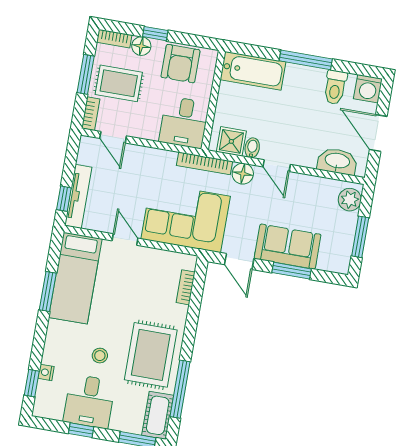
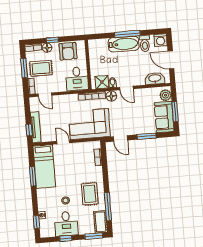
bathtub: (253, 71) -> (124, 44), moved
sofa: (288, 247) -> (164, 117), moved, turned -90
rug: (151, 355) -> (90, 194), width x0.73, depth x0.70

